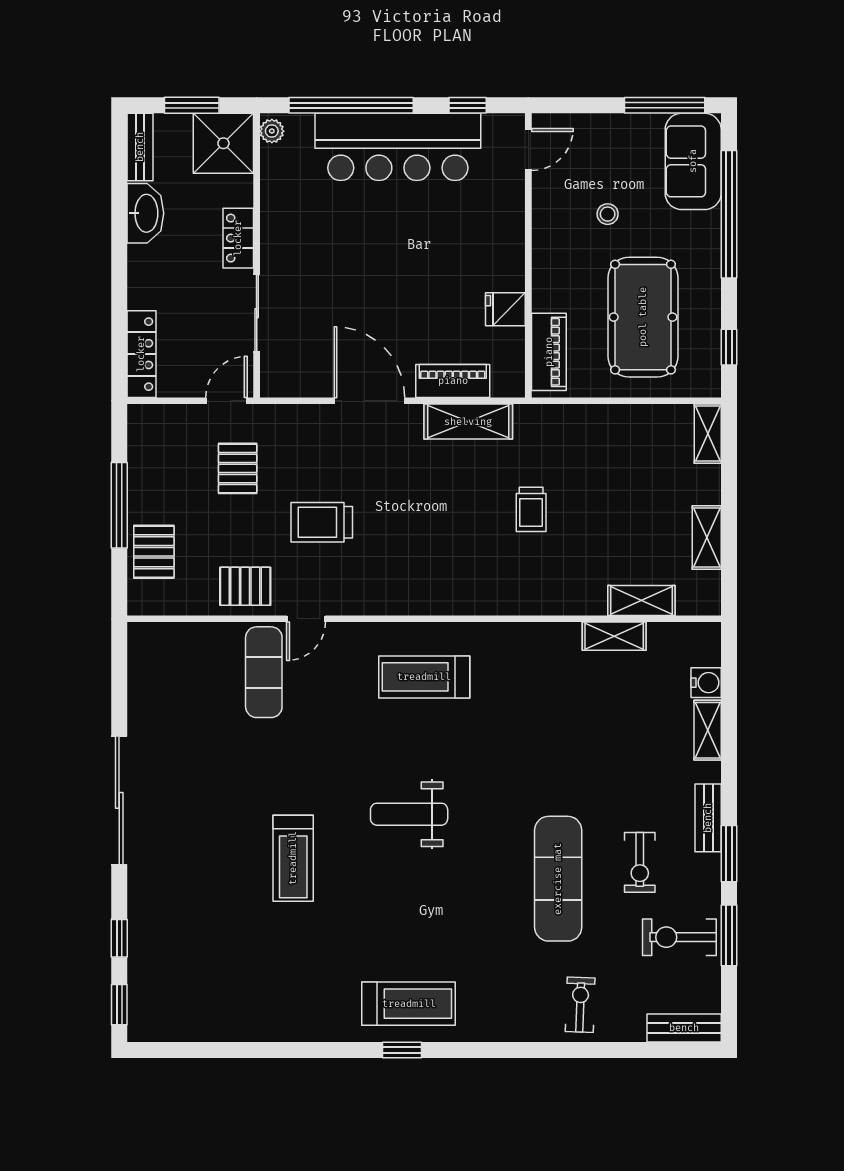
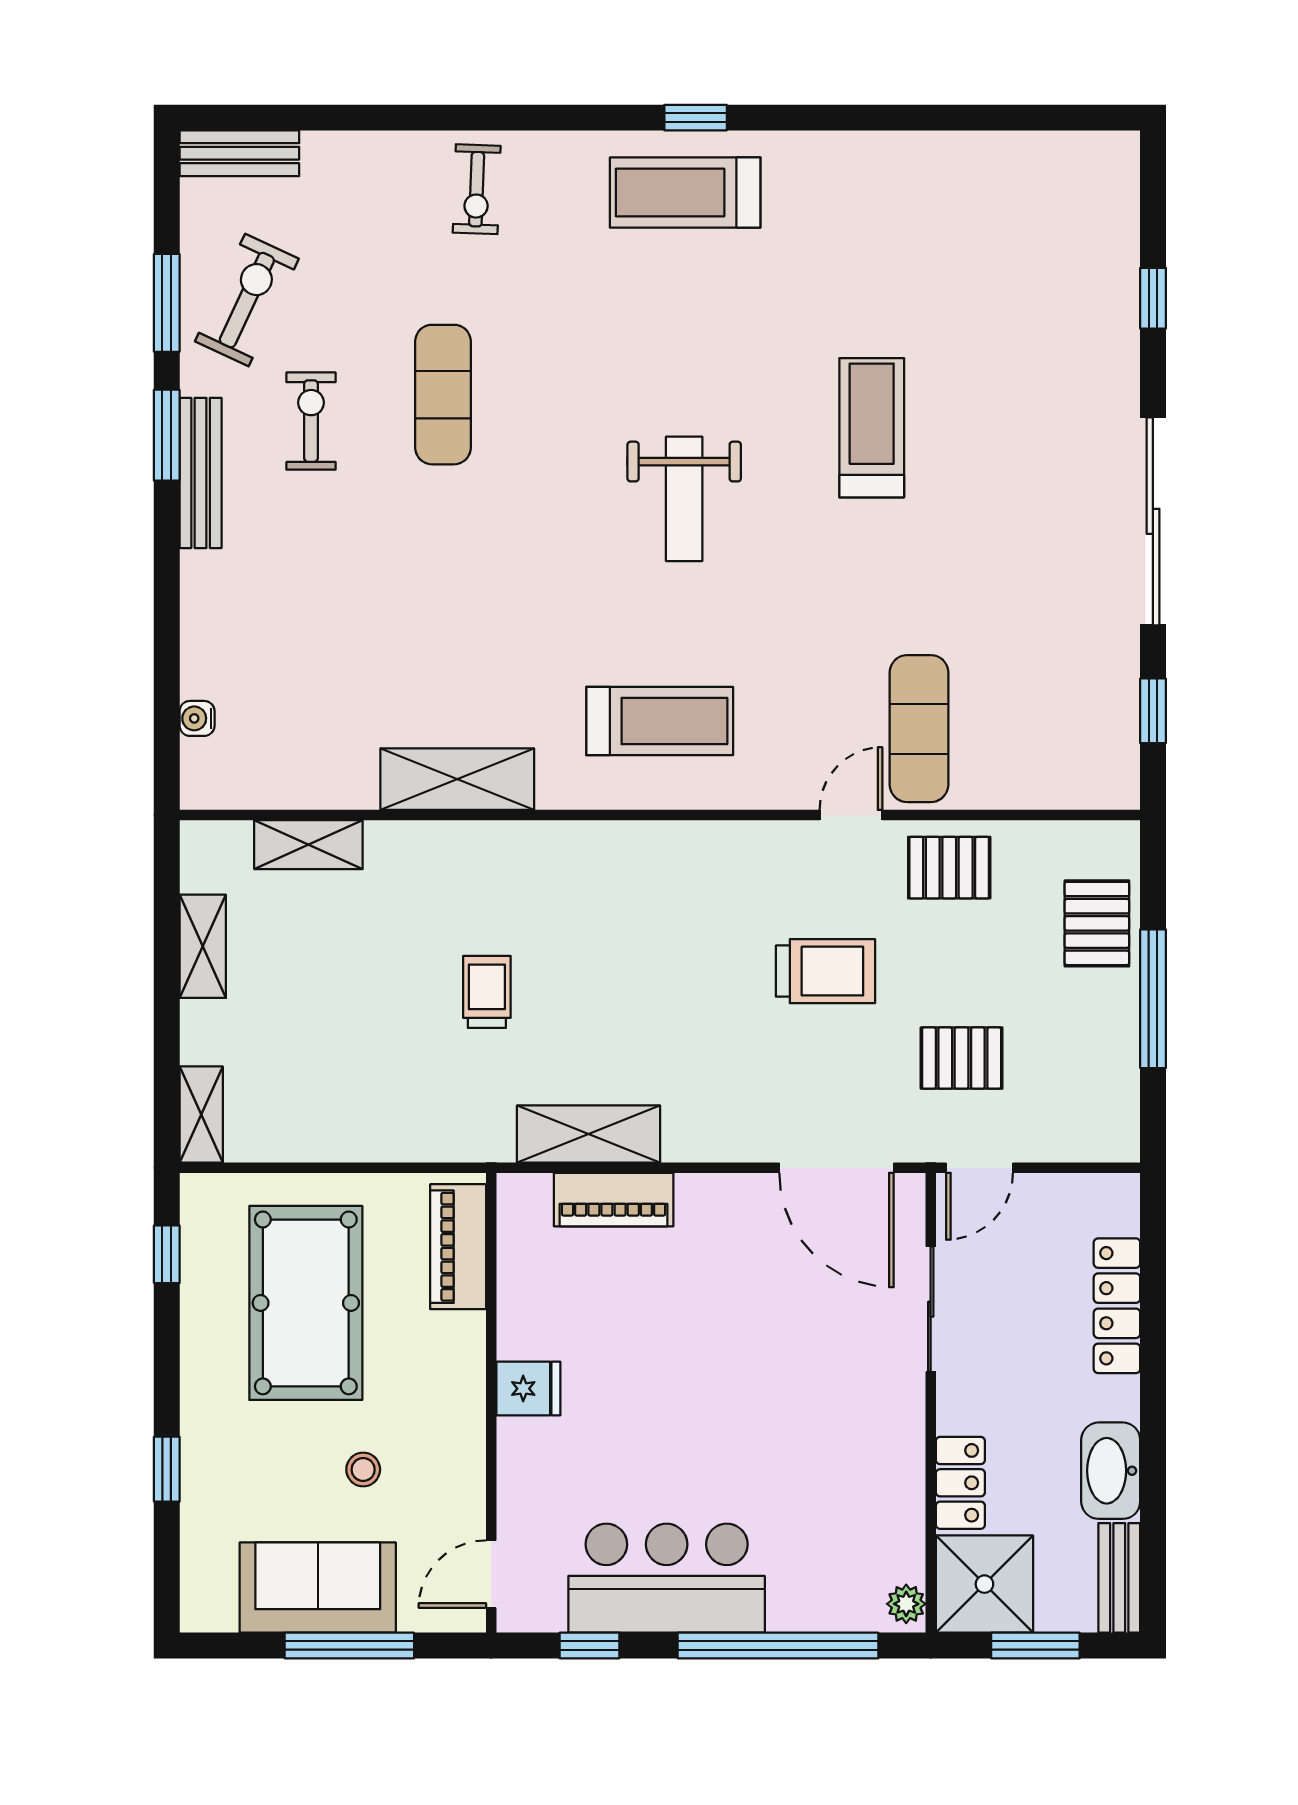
window: (665, 105) -> (349, 1645), moved
bar counter: (398, 147) -> (667, 1578), width x0.73
sofa: (693, 161) -> (318, 1588), moved, turned -90
window: (729, 214) -> (167, 1469), width x0.32
locker: (238, 238) -> (960, 1483), moved
fridge: (505, 309) -> (528, 1389), moved
locker: (141, 354) -> (1117, 1306), moved
door: (369, 401) -> (836, 1168), moved
pallet: (238, 468) -> (962, 1058), turned 90
shelving: (614, 636) -> (457, 779), moved, width x1.50, depth x1.33
water cooler: (706, 683) -> (197, 718), width x0.72, depth x0.72
shelving: (708, 730) -> (201, 635), removed
weight bench: (409, 814) -> (684, 499), turned 90
bench: (708, 818) -> (201, 473), width x1.36
exercise mat: (558, 879) -> (443, 395), width x0.73, depth x0.69
exercise bike: (679, 937) -> (247, 300), turned -65
window: (119, 1005) -> (1153, 711), moved
exercise bike: (580, 1005) -> (477, 189), moved

